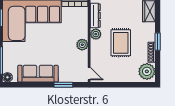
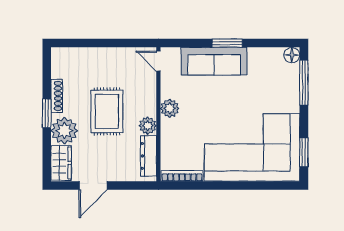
plant: (147, 71) -> (64, 131), moved
sofa: (38, 74) -> (214, 61), moved
window: (63, 85) -> (227, 43), moved

